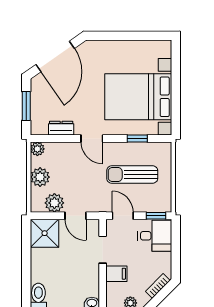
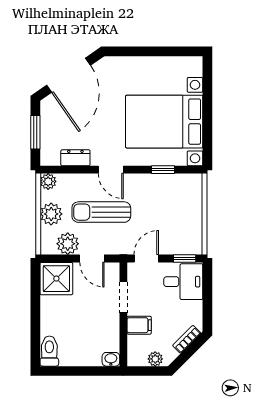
sun lounger: (132, 175) -> (101, 212), moved
door: (123, 216) -> (146, 259), hinge flipped

